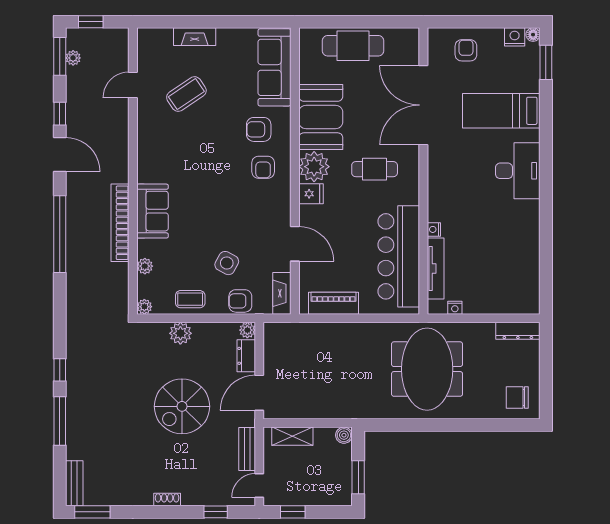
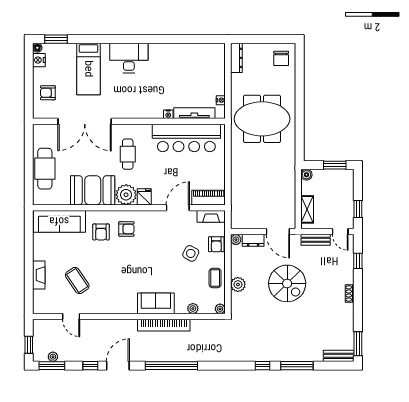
piano: (333, 303) -> (209, 198), moved, turned 90

